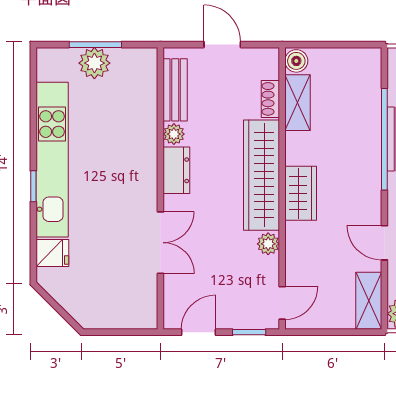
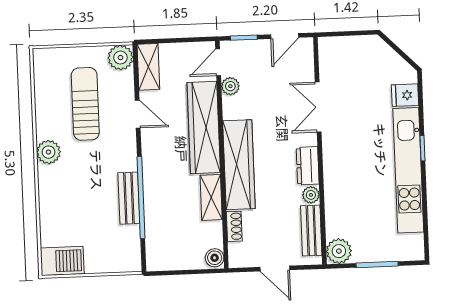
plant: (94, 63) -> (339, 251), moved
shelving: (298, 103) -> (211, 197), moved
wardrobe: (301, 193) -> (204, 127), width x2.10, depth x1.17
plant: (268, 244) -> (230, 86), moved

